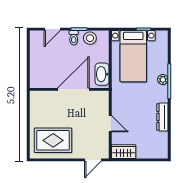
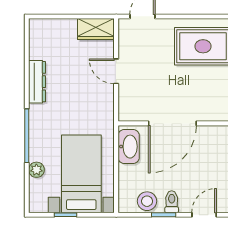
plant: (163, 79) -> (36, 170), moved

